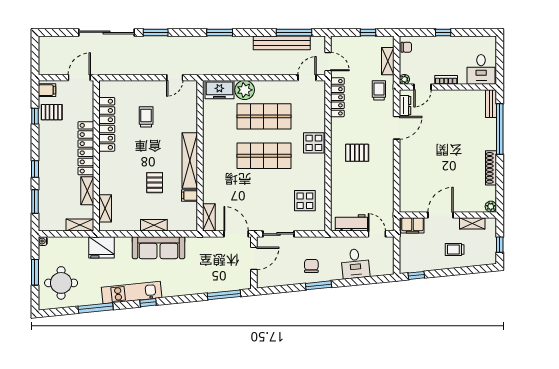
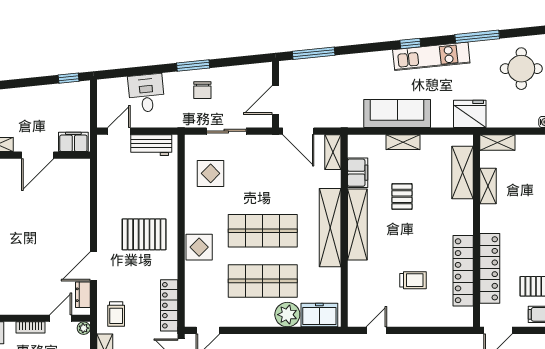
trolley: (146, 117) -> (413, 280), turned -90
locker: (86, 148) -> (490, 268), moved
pallet: (357, 153) -> (144, 234), width x1.50, depth x1.42
shelving: (211, 158) -> (330, 228), added
filing cabinet: (189, 195) -> (358, 173), width x2.00
shelving: (105, 208) -> (462, 172), width x1.50, depth x1.33
sliding door: (278, 234) -> (226, 131), moved
door: (377, 234) -> (119, 131), swing flipped
trolley: (455, 249) -> (20, 111), removed

